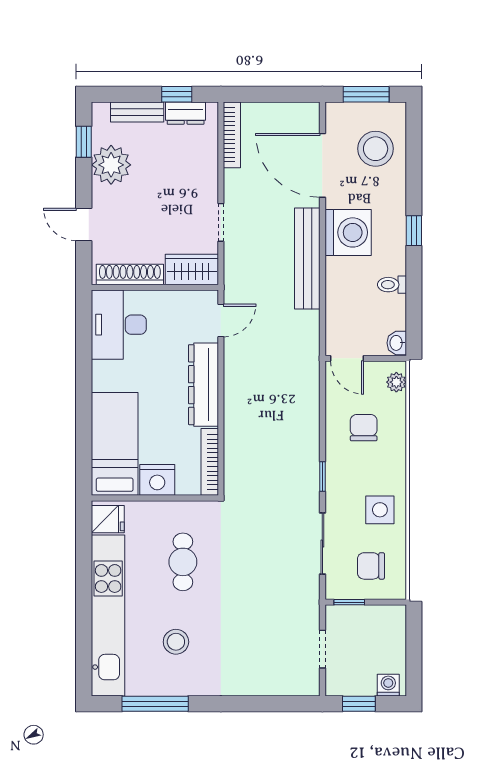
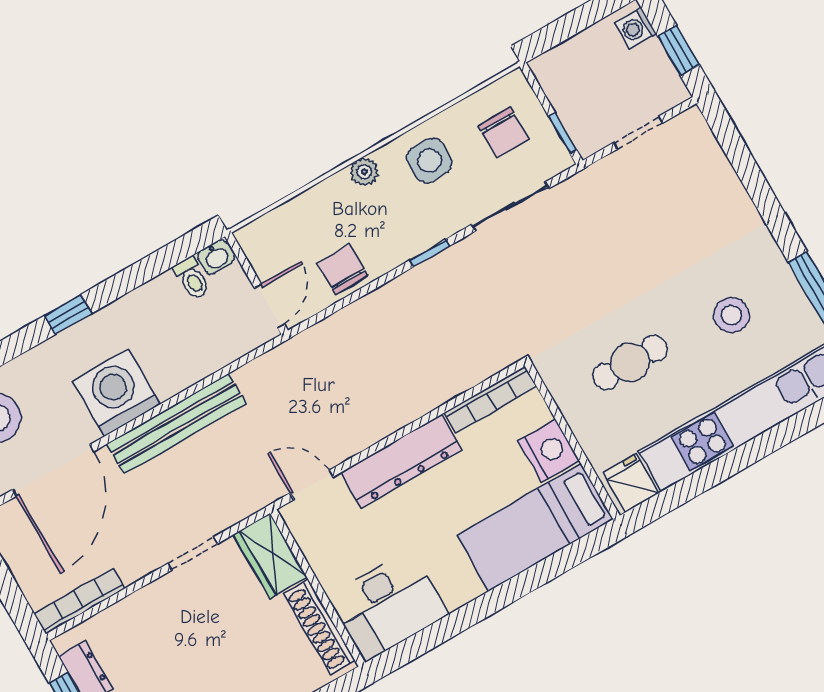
toilet: (392, 285) -> (192, 278), moved
plant: (396, 382) -> (364, 172), moved
chair: (364, 428) -> (343, 270), moved, turned 90

